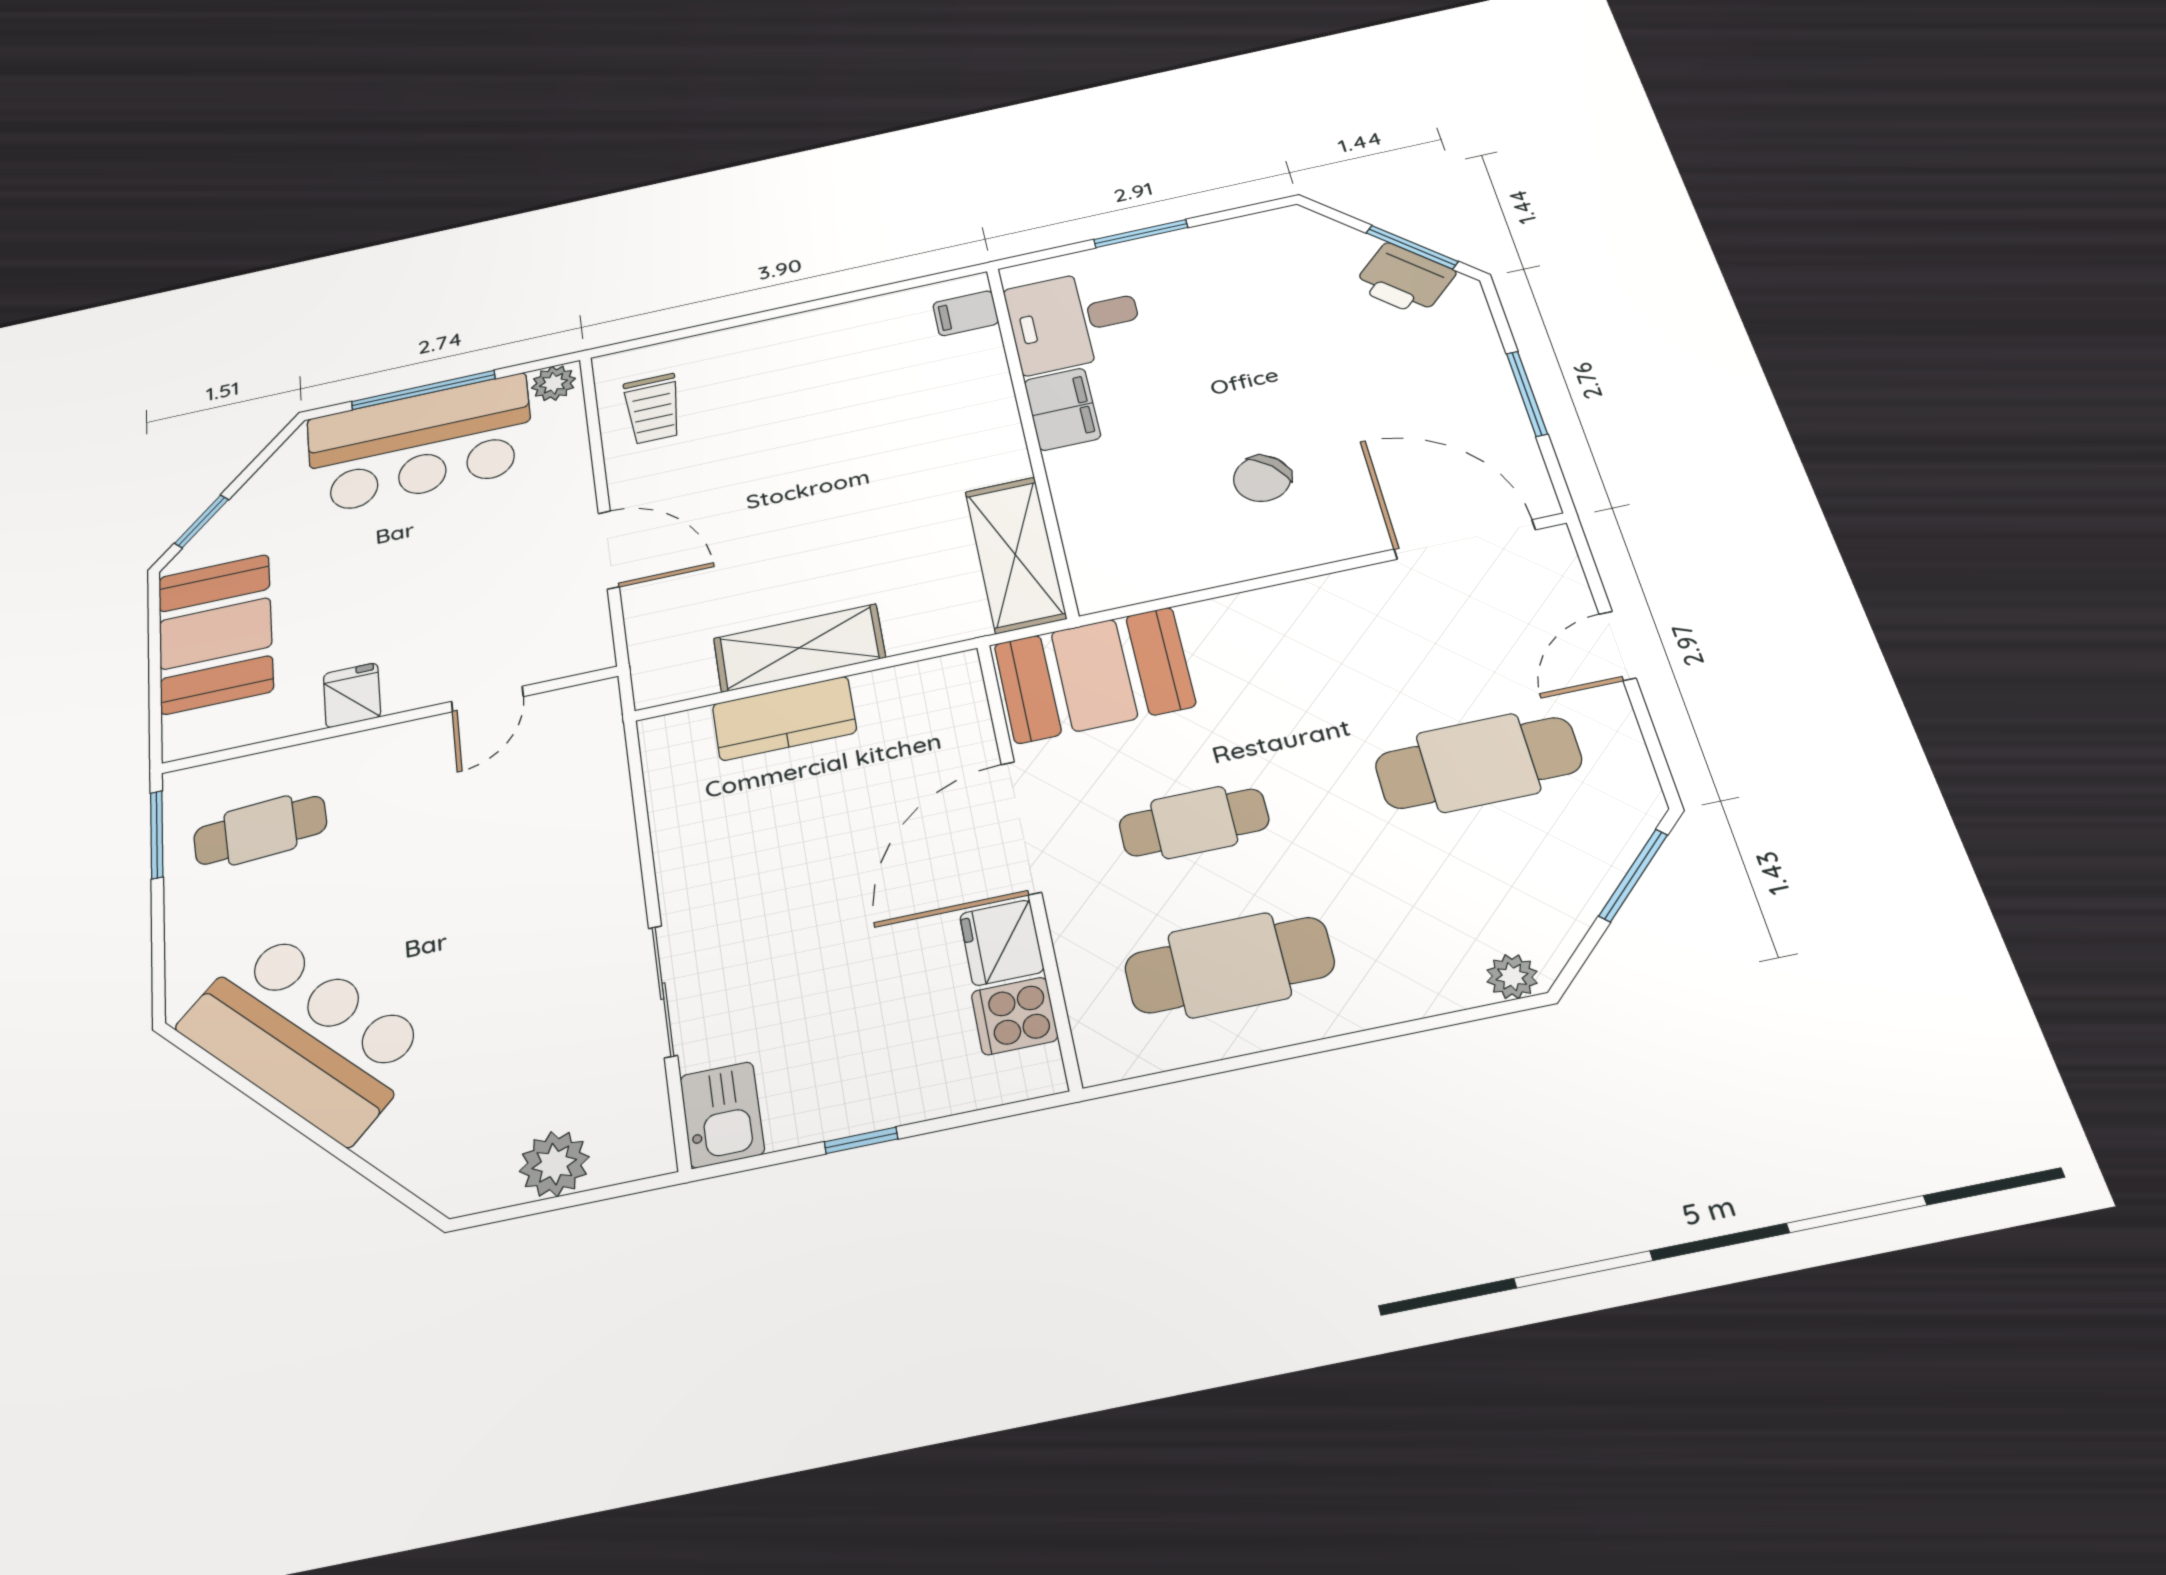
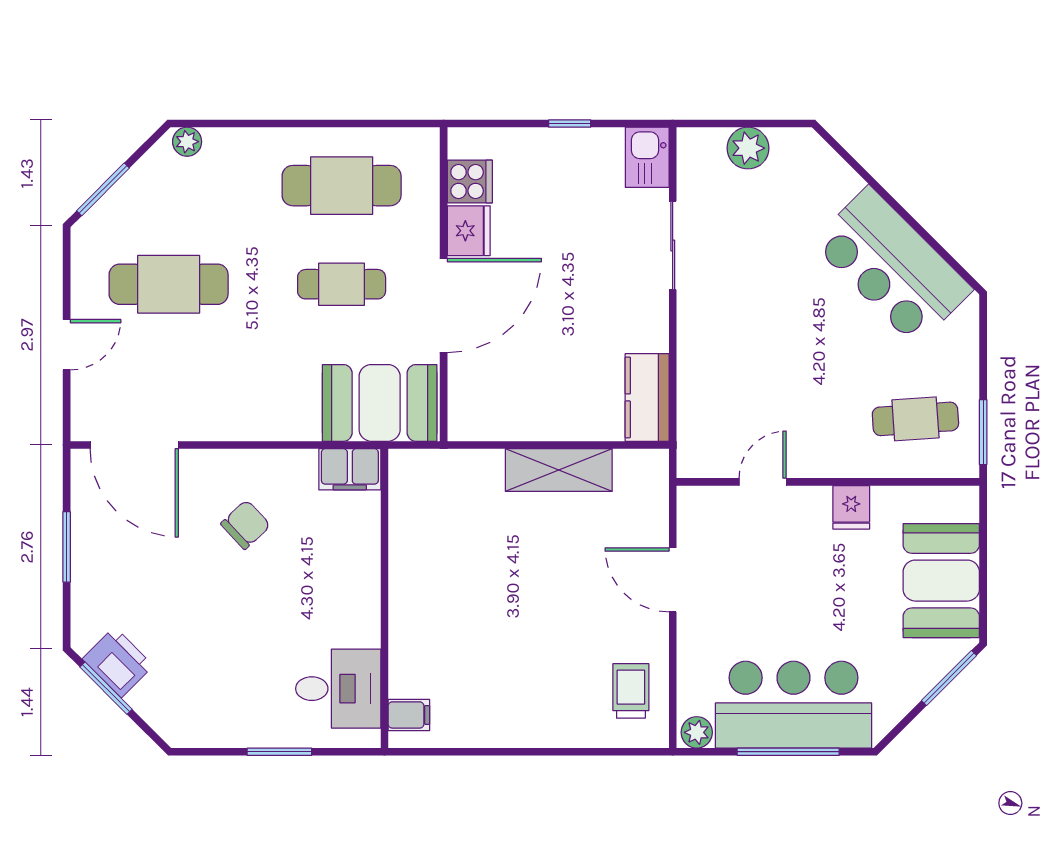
filing cabinet: (1062, 409) -> (350, 469), moved, turned -90
window: (201, 521) -> (949, 678), width x1.50
shelving: (1015, 554) -> (411, 507), removed
kitchen counter: (784, 718) -> (647, 397), moved, turned -90

